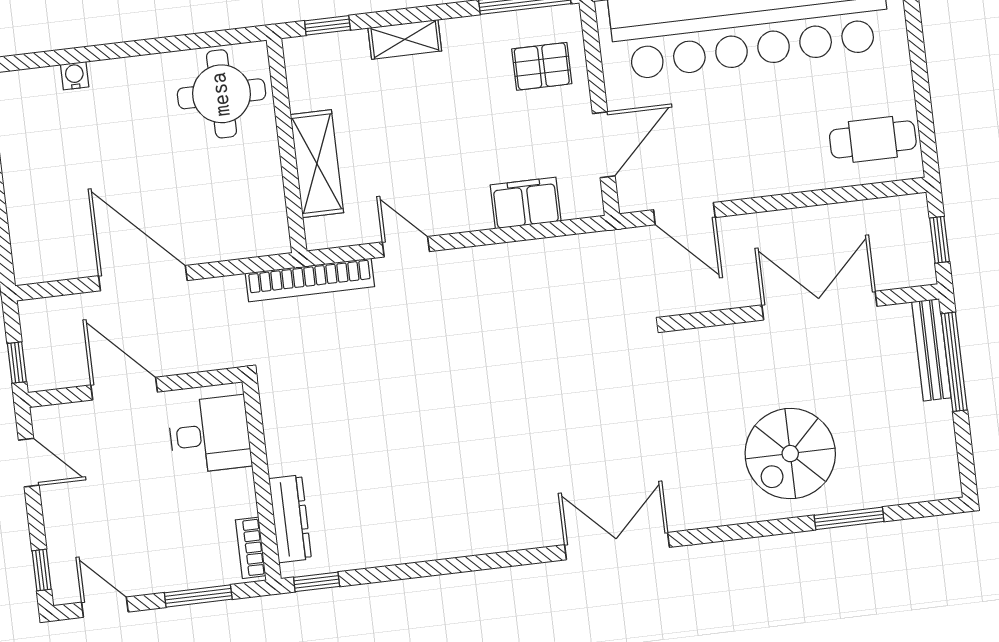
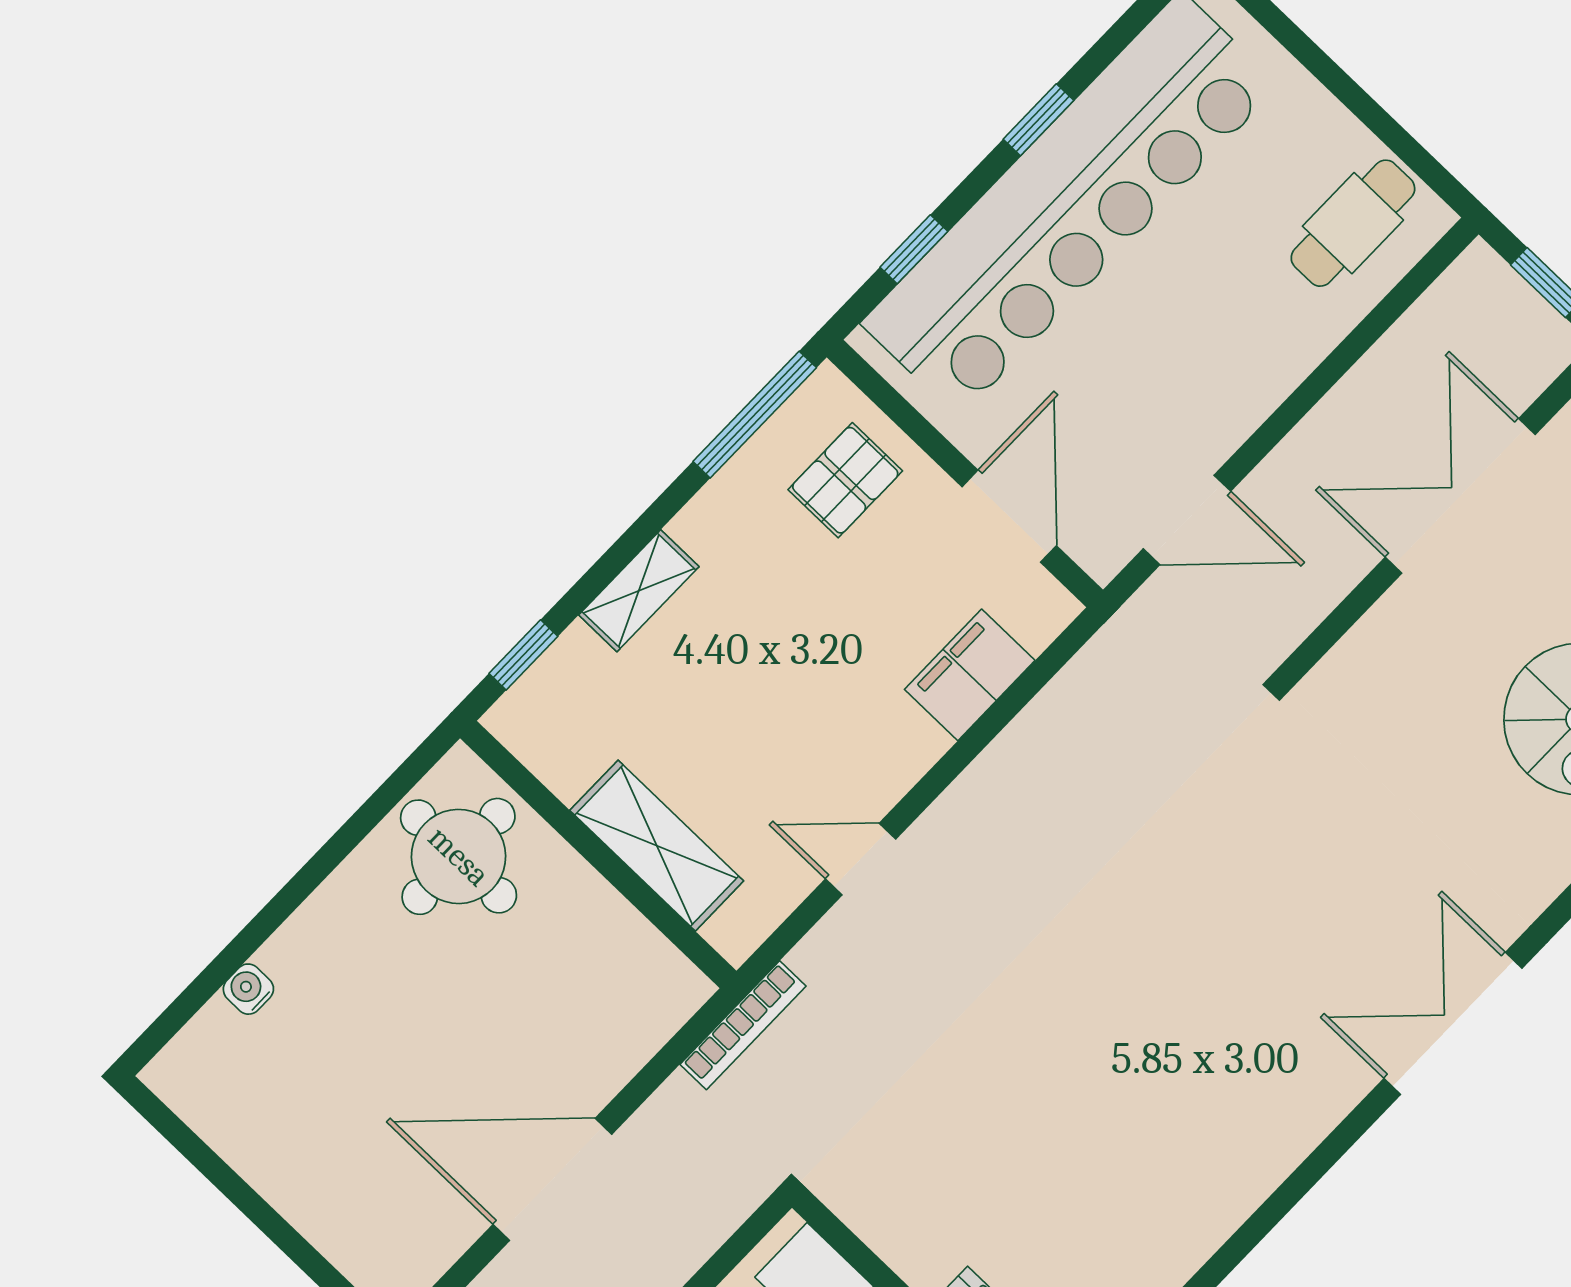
bookcase: (310, 280) -> (743, 1025), width x0.68, depth x0.76

